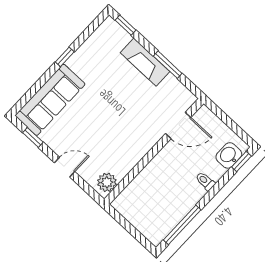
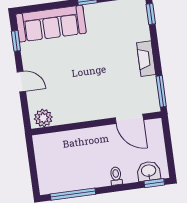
fireplace: (145, 62) -> (146, 59), width x0.73, depth x0.76
window: (168, 65) -> (161, 91), moved

